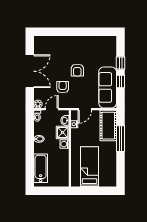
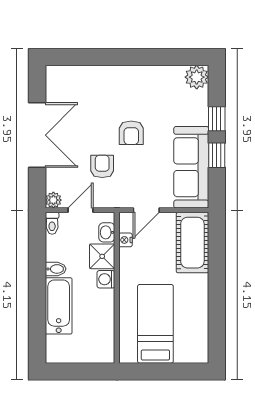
plant: (110, 42) -> (197, 77), added
window: (121, 139) -> (217, 269), removed
bathtub: (41, 168) -> (59, 306), moved

